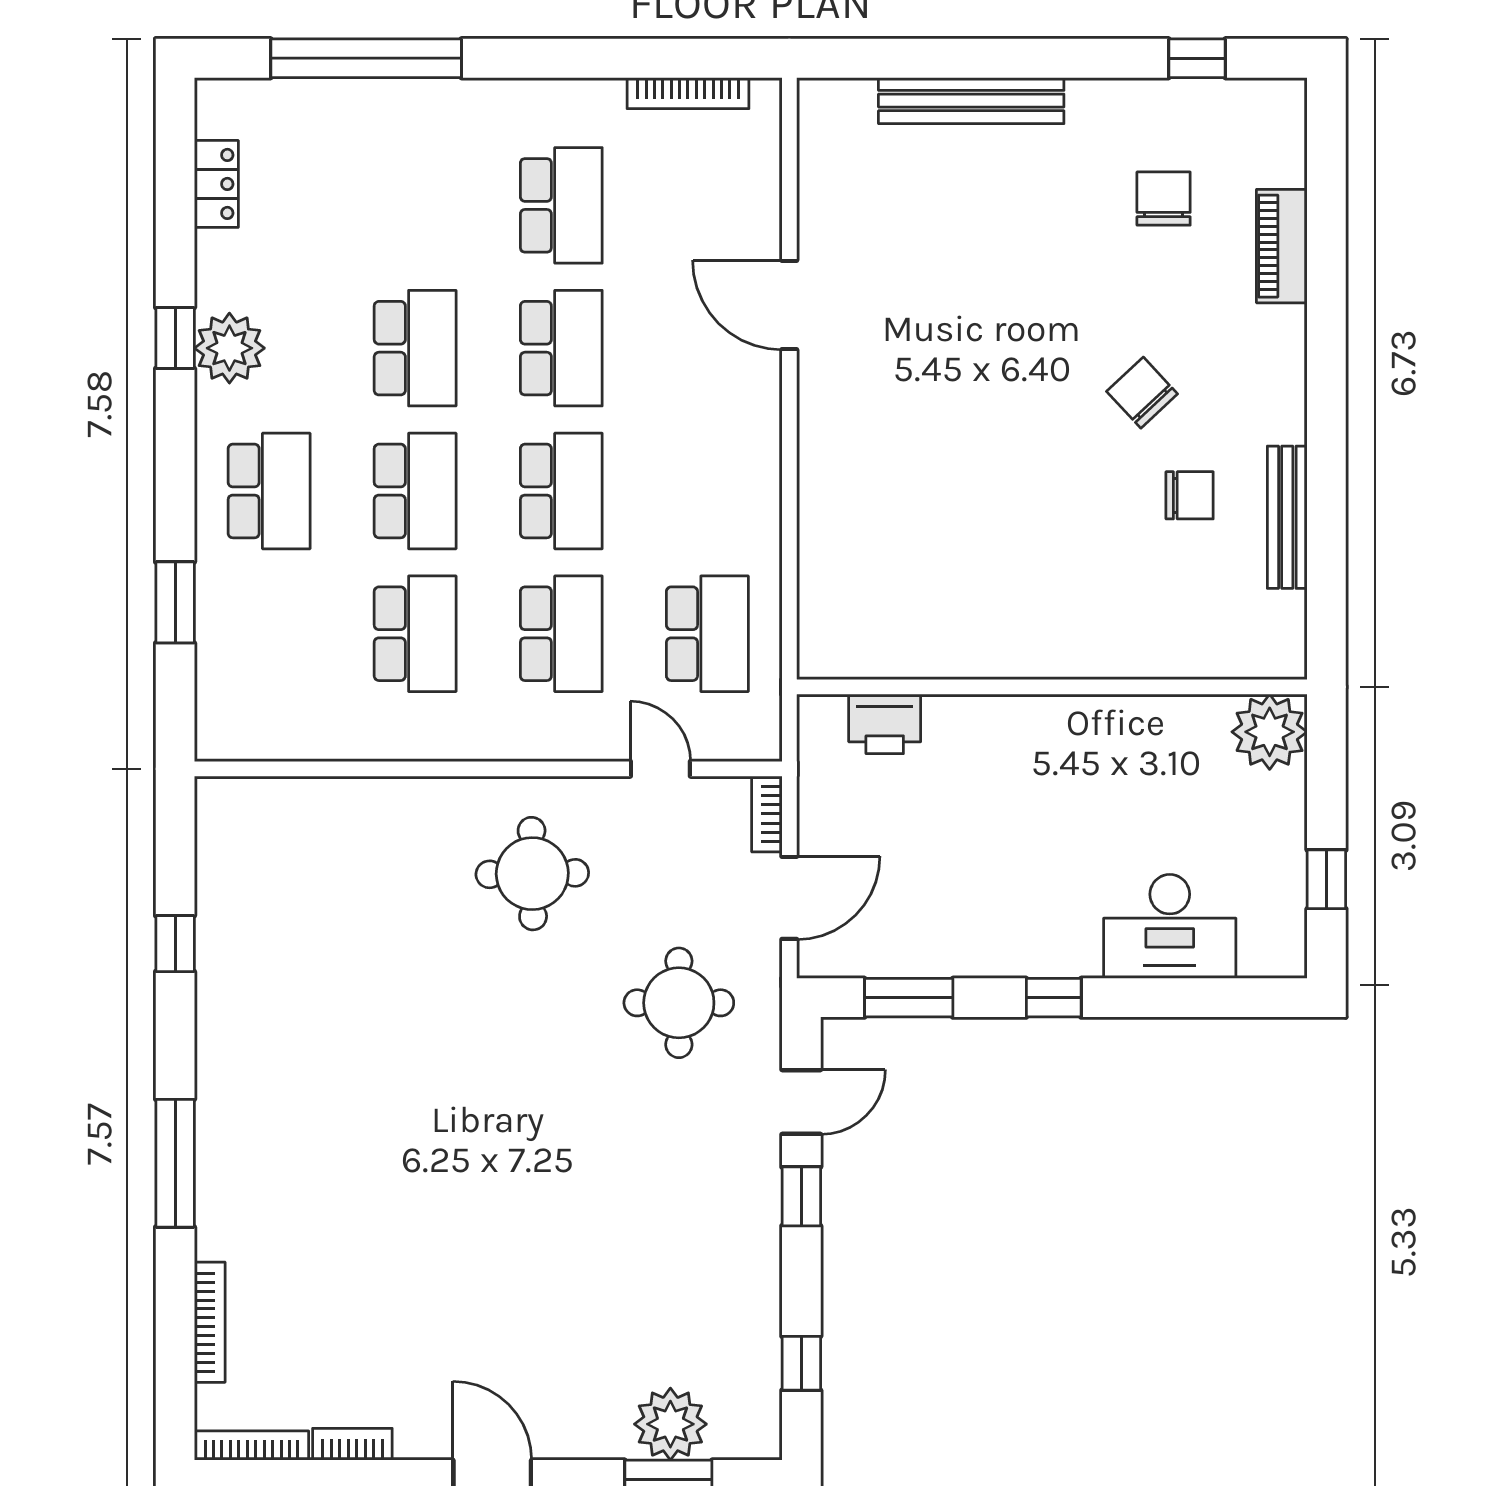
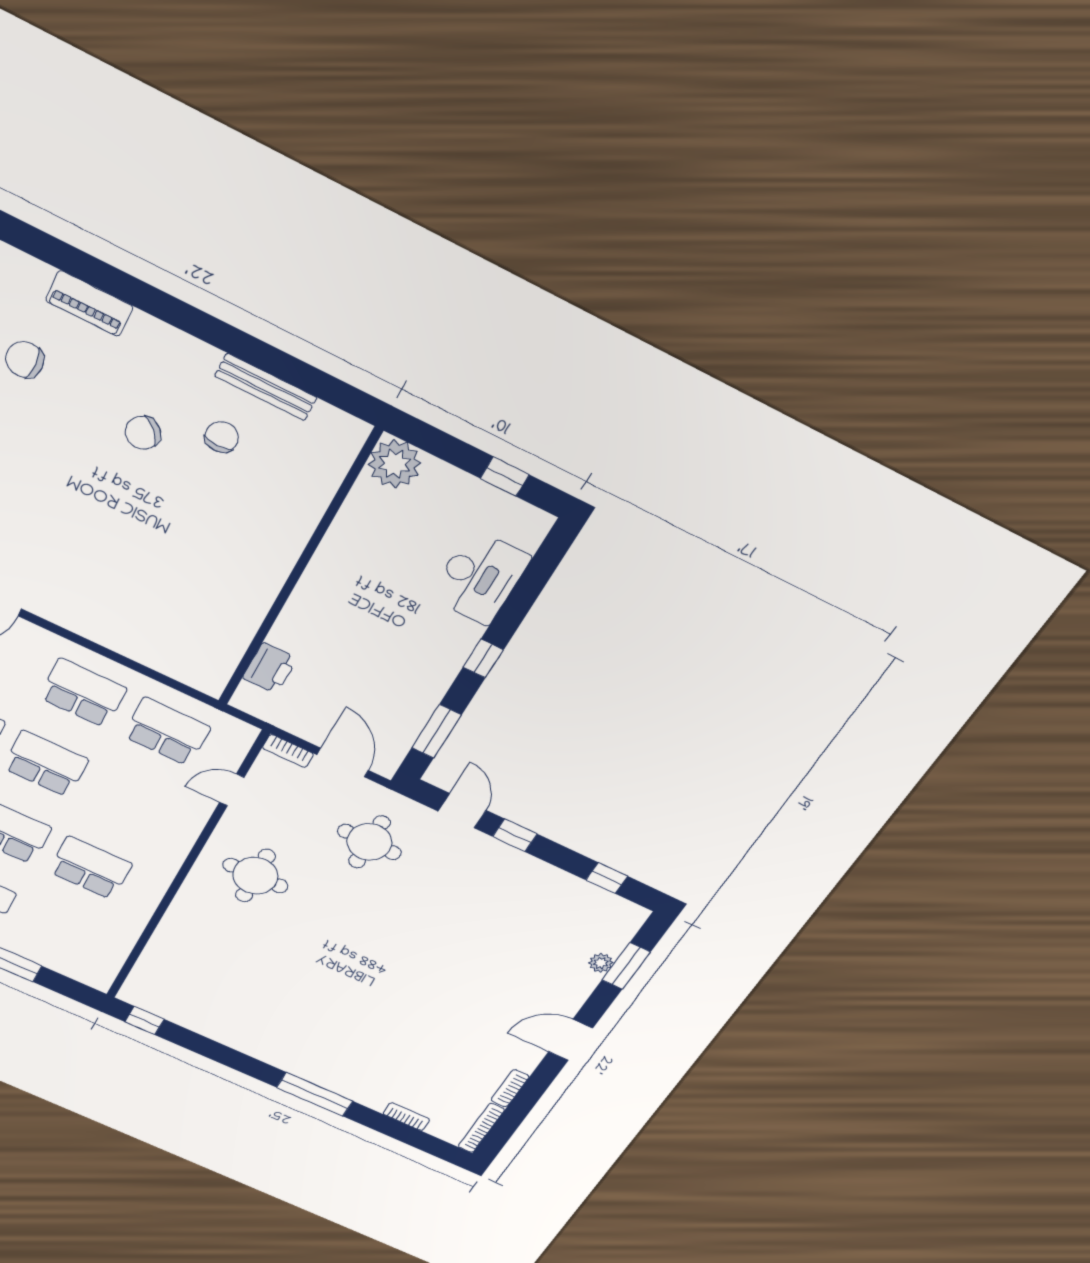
school desk: (561, 634) -> (83, 693), moved
window: (175, 944) -> (145, 1020), moved
bookcase: (210, 1322) -> (406, 1117), width x0.64
plant: (670, 1424) -> (601, 963), width x0.53, depth x0.53

